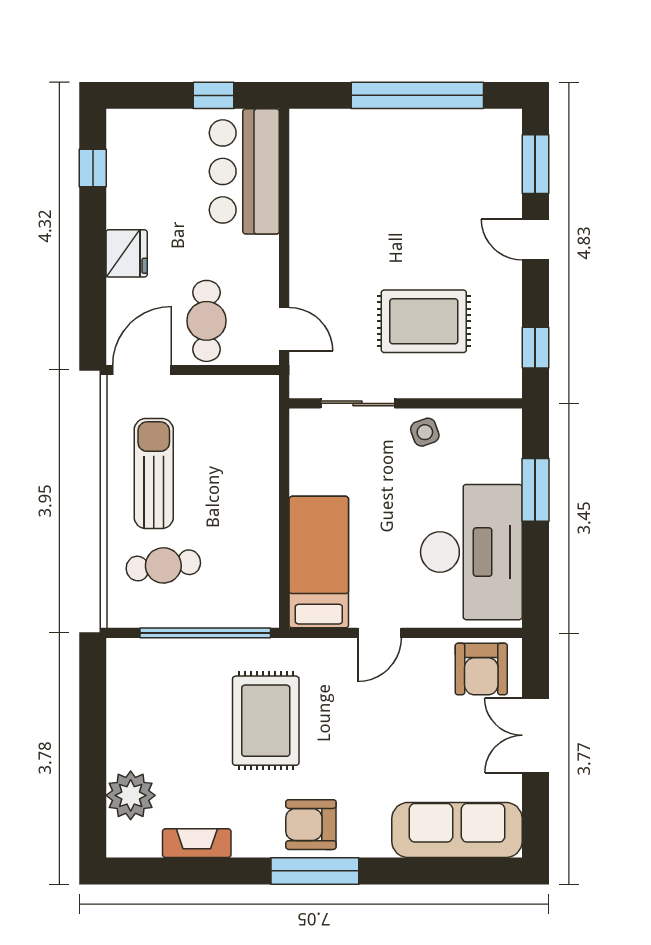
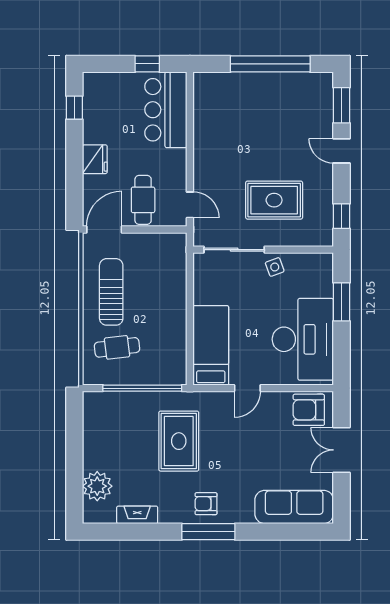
sliding door: (358, 403) -> (234, 250), width x1.37
armchair: (481, 669) -> (309, 410), turned 90
armchair: (311, 825) -> (206, 504), width x0.72, depth x0.72

